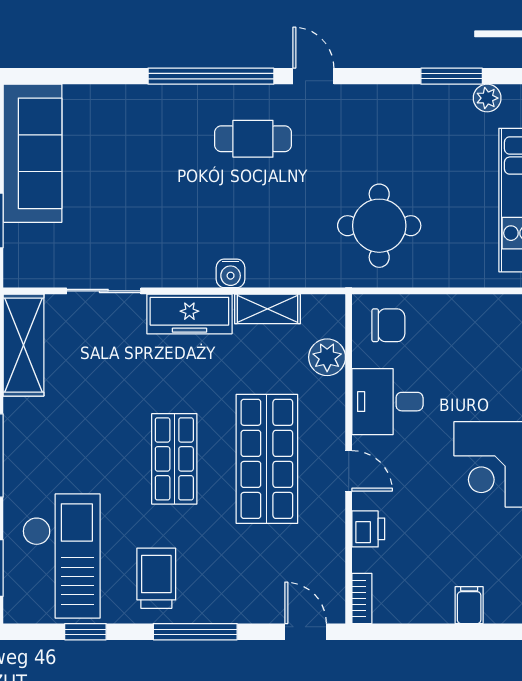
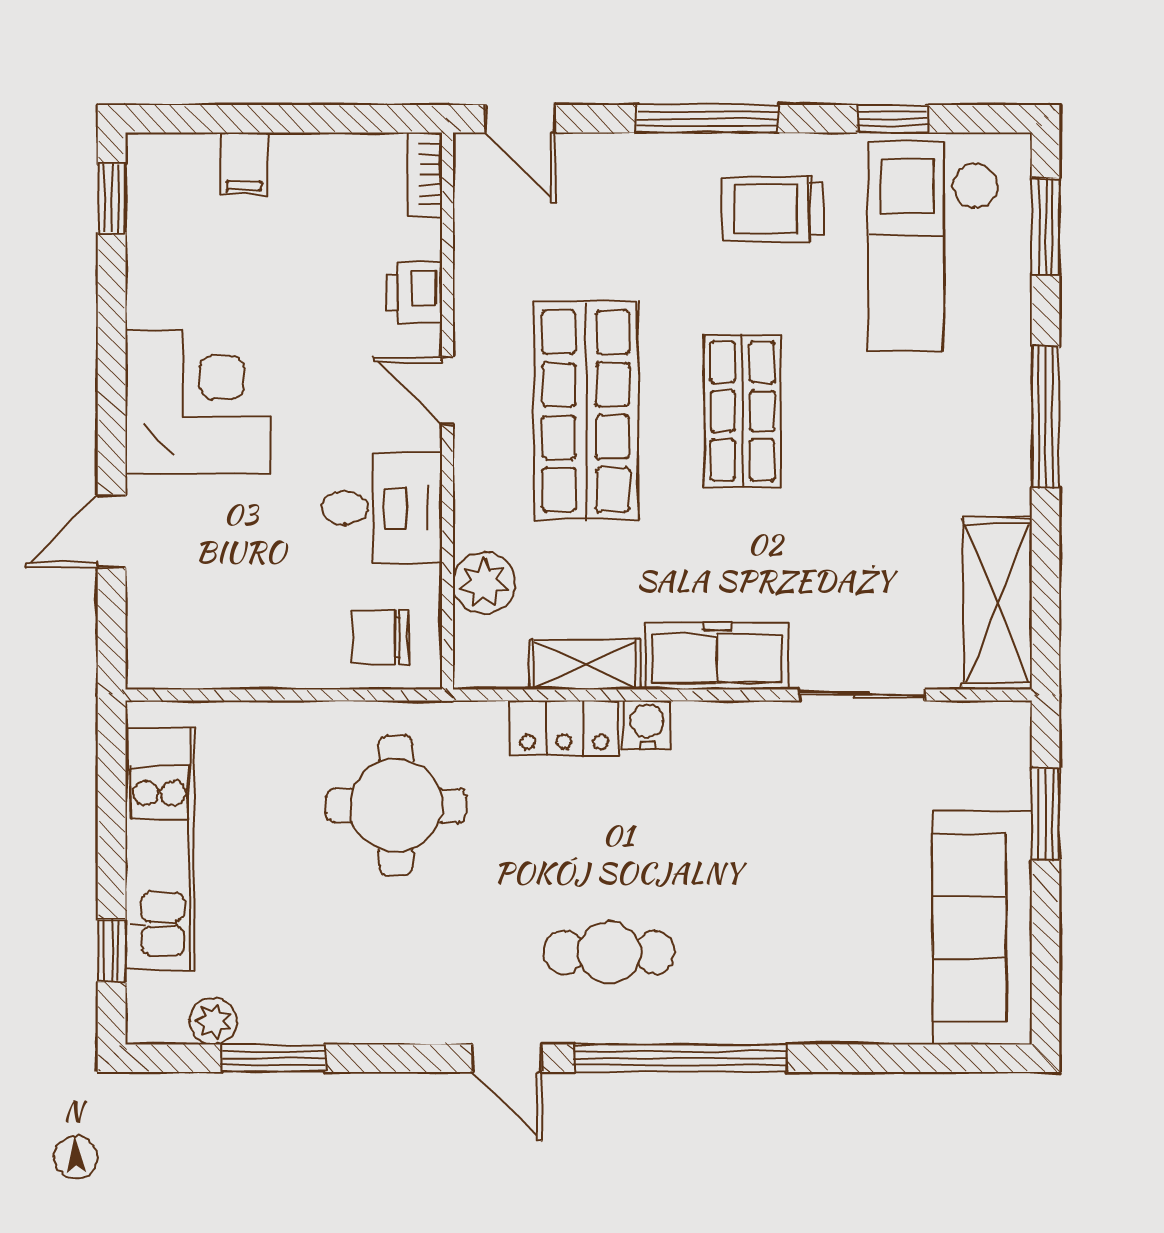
locker: (280, 271) -> (564, 728), added
trolley: (156, 578) -> (773, 209), turned 90

